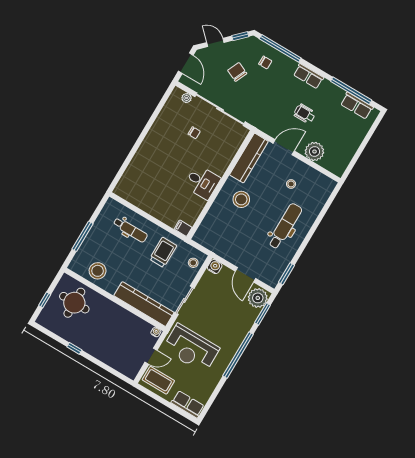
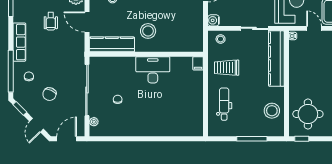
row of seats: (309, 76) -> (19, 42), width x1.48
desk: (202, 182) -> (153, 70), width x1.37
window: (45, 300) -> (302, 139), moved

